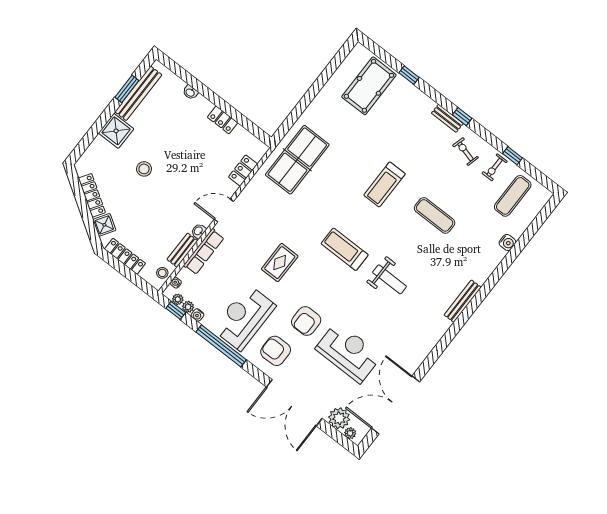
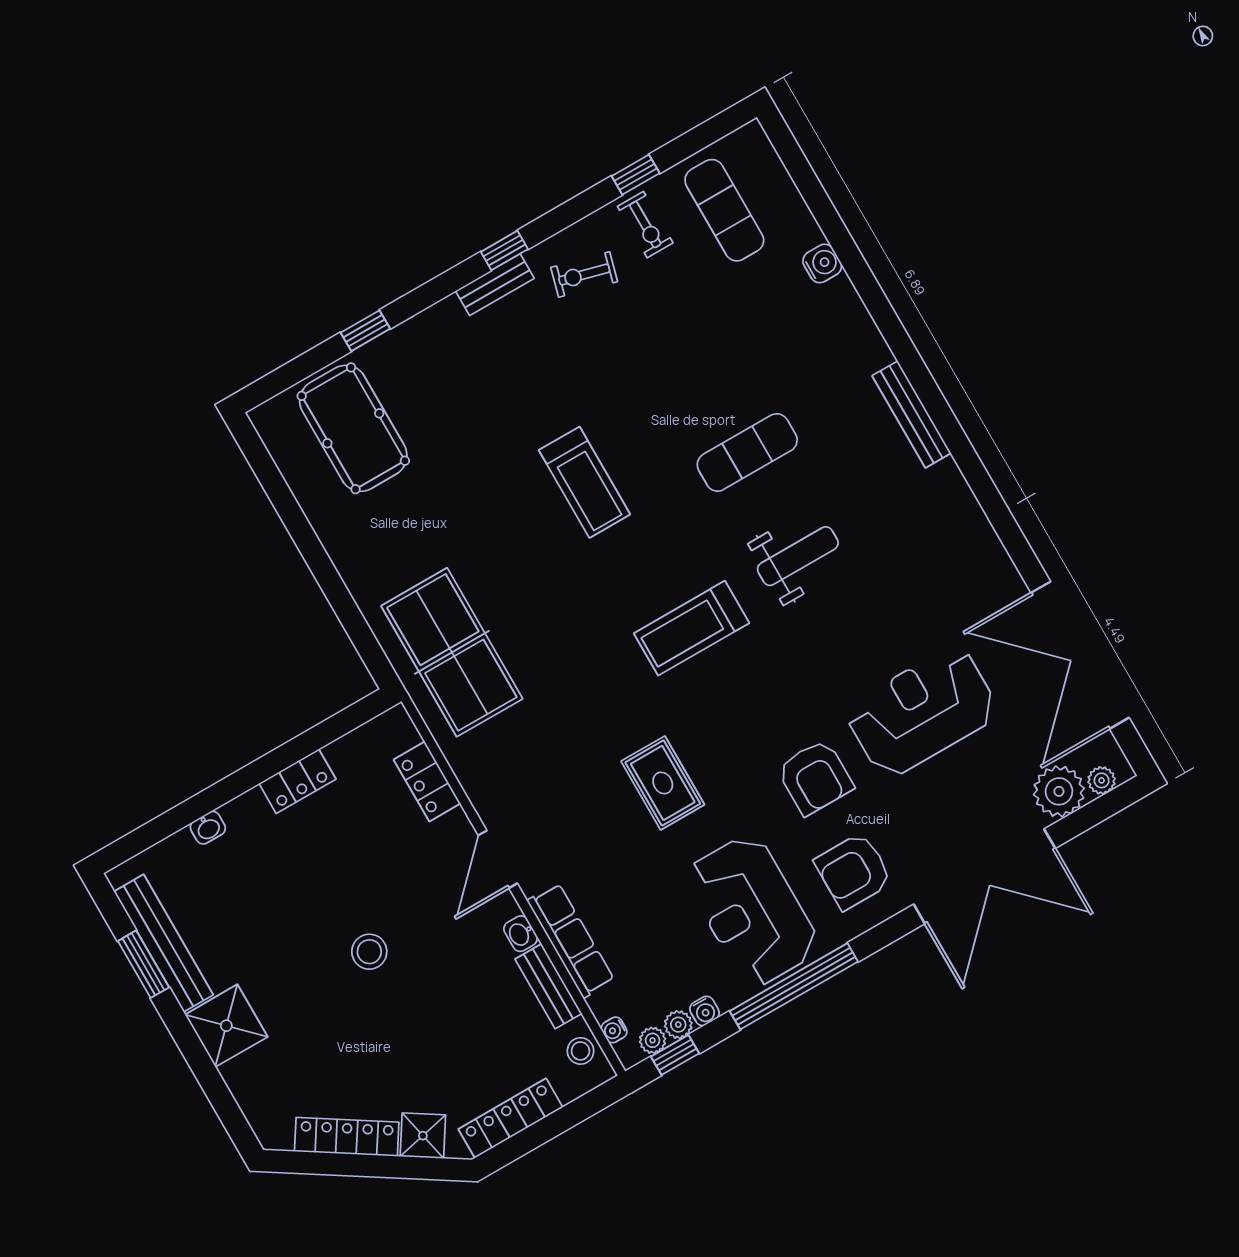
stool: (144, 169) -> (369, 952), moved
exercise mat: (435, 215) -> (747, 452), moved

